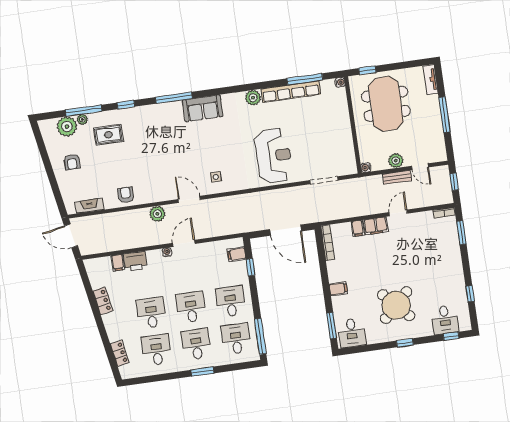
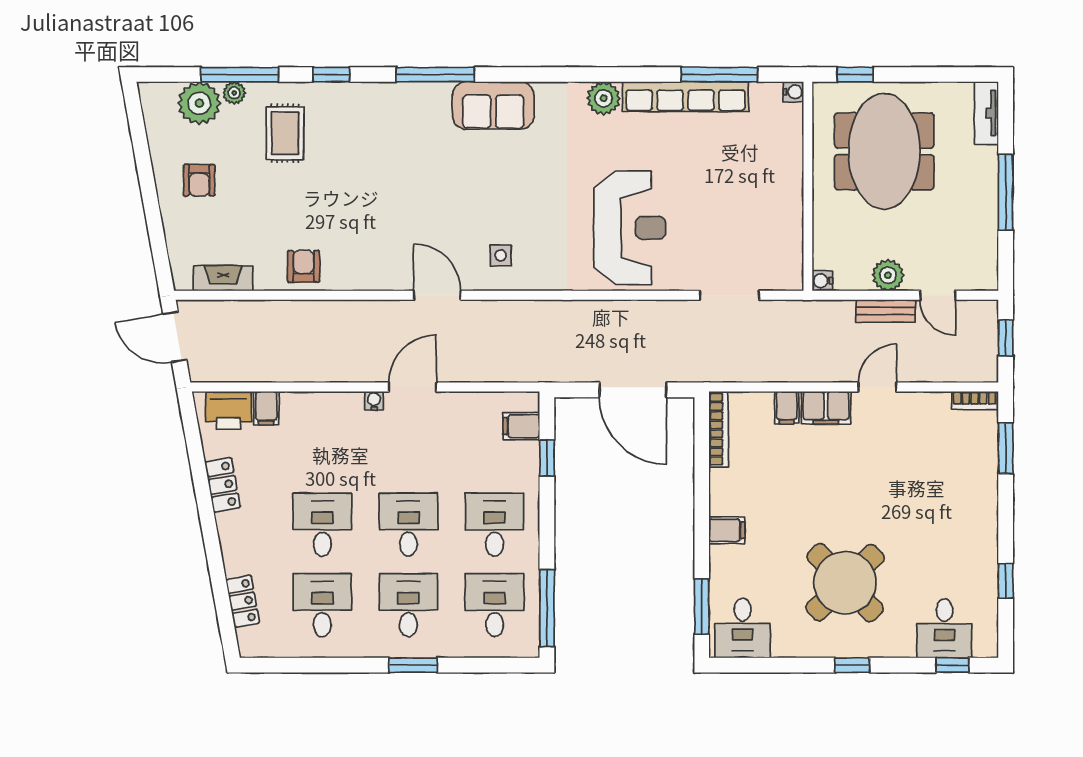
rug: (108, 135) -> (285, 133), turned 90
plant: (157, 214) -> (365, 316), removed
printer: (135, 261) -> (228, 410), moved

